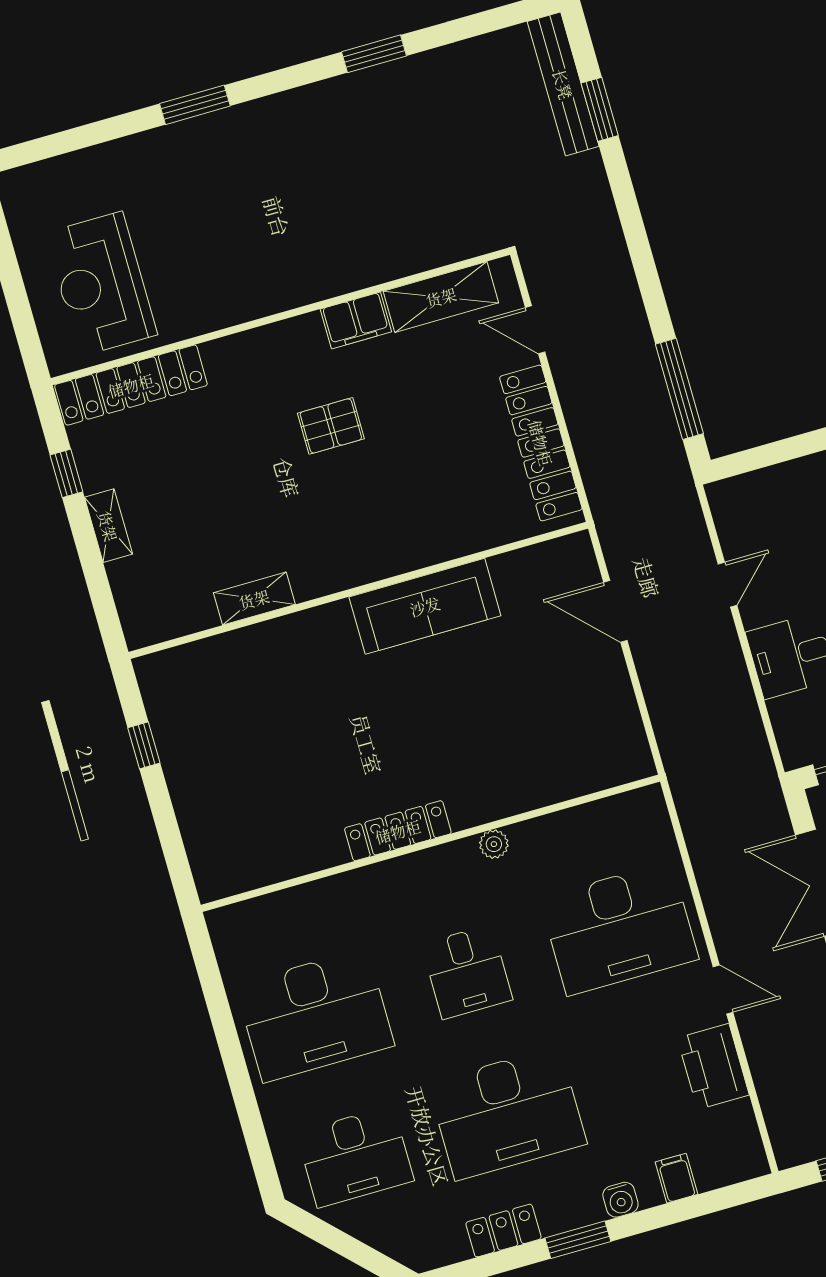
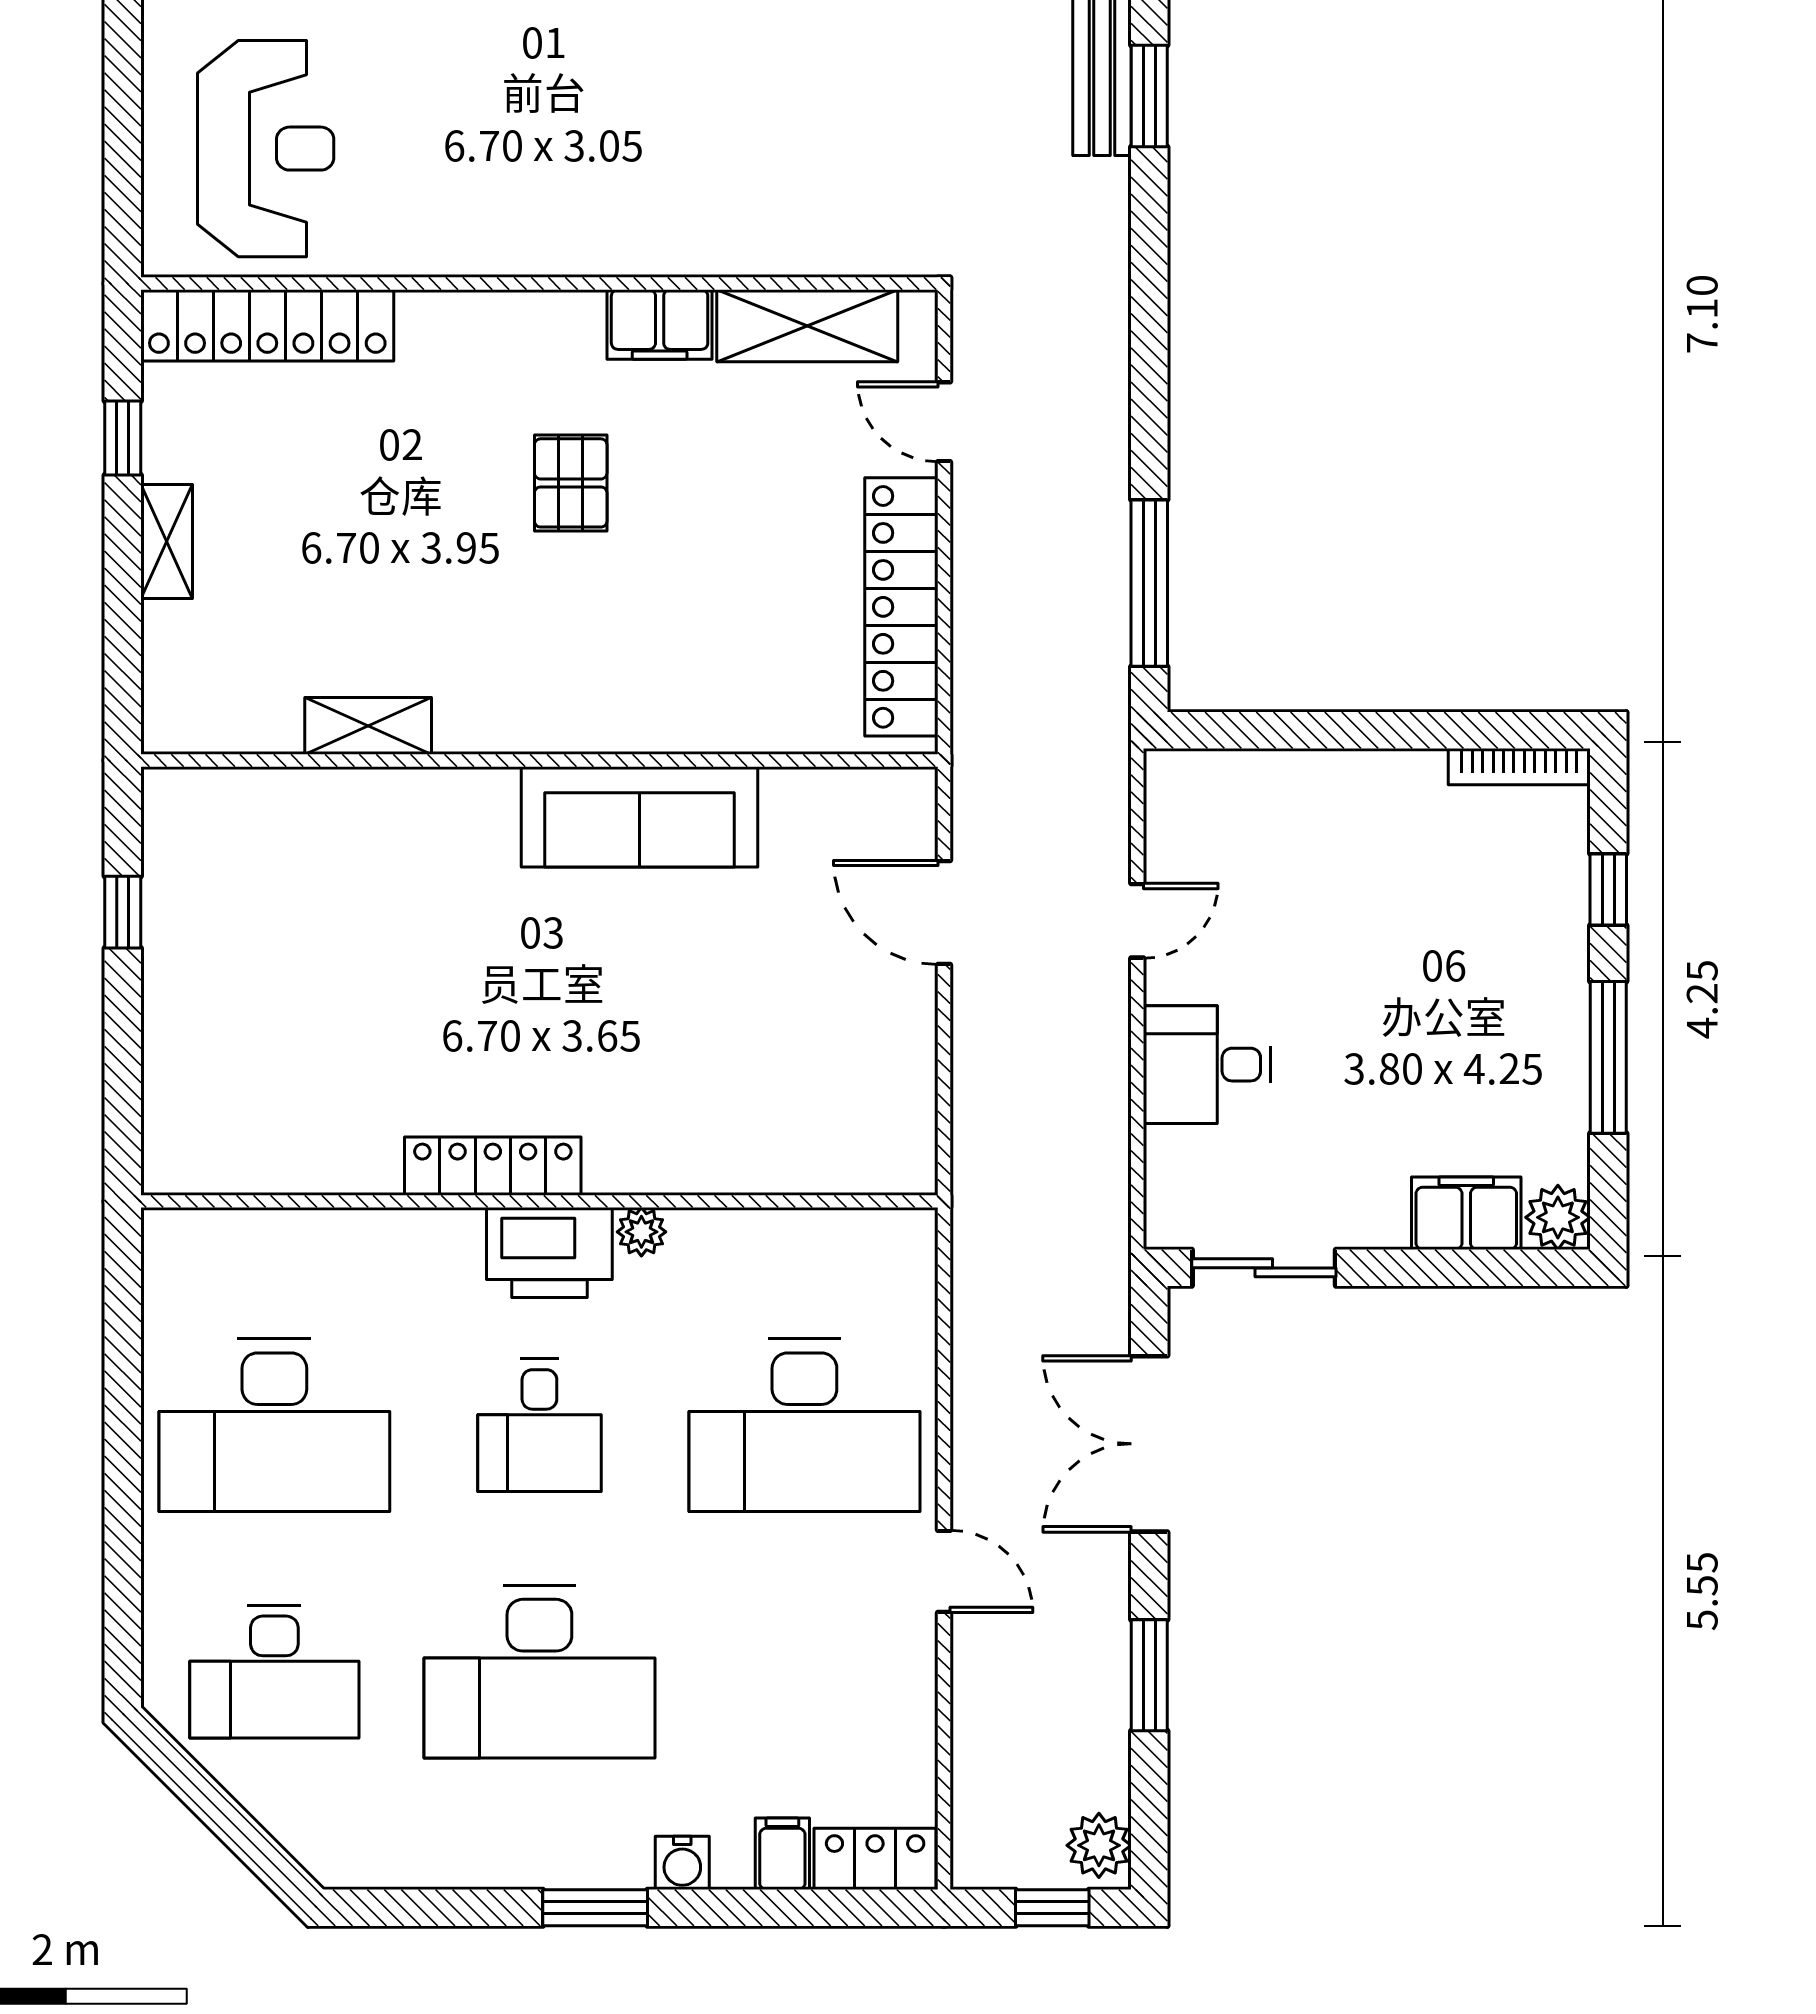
reception desk: (101, 284) -> (266, 149), turned 180
pallet: (331, 426) -> (571, 483), turned 90
printer: (713, 1066) -> (549, 1252), moved, turned -90
locker: (503, 1231) -> (875, 1859), moved

